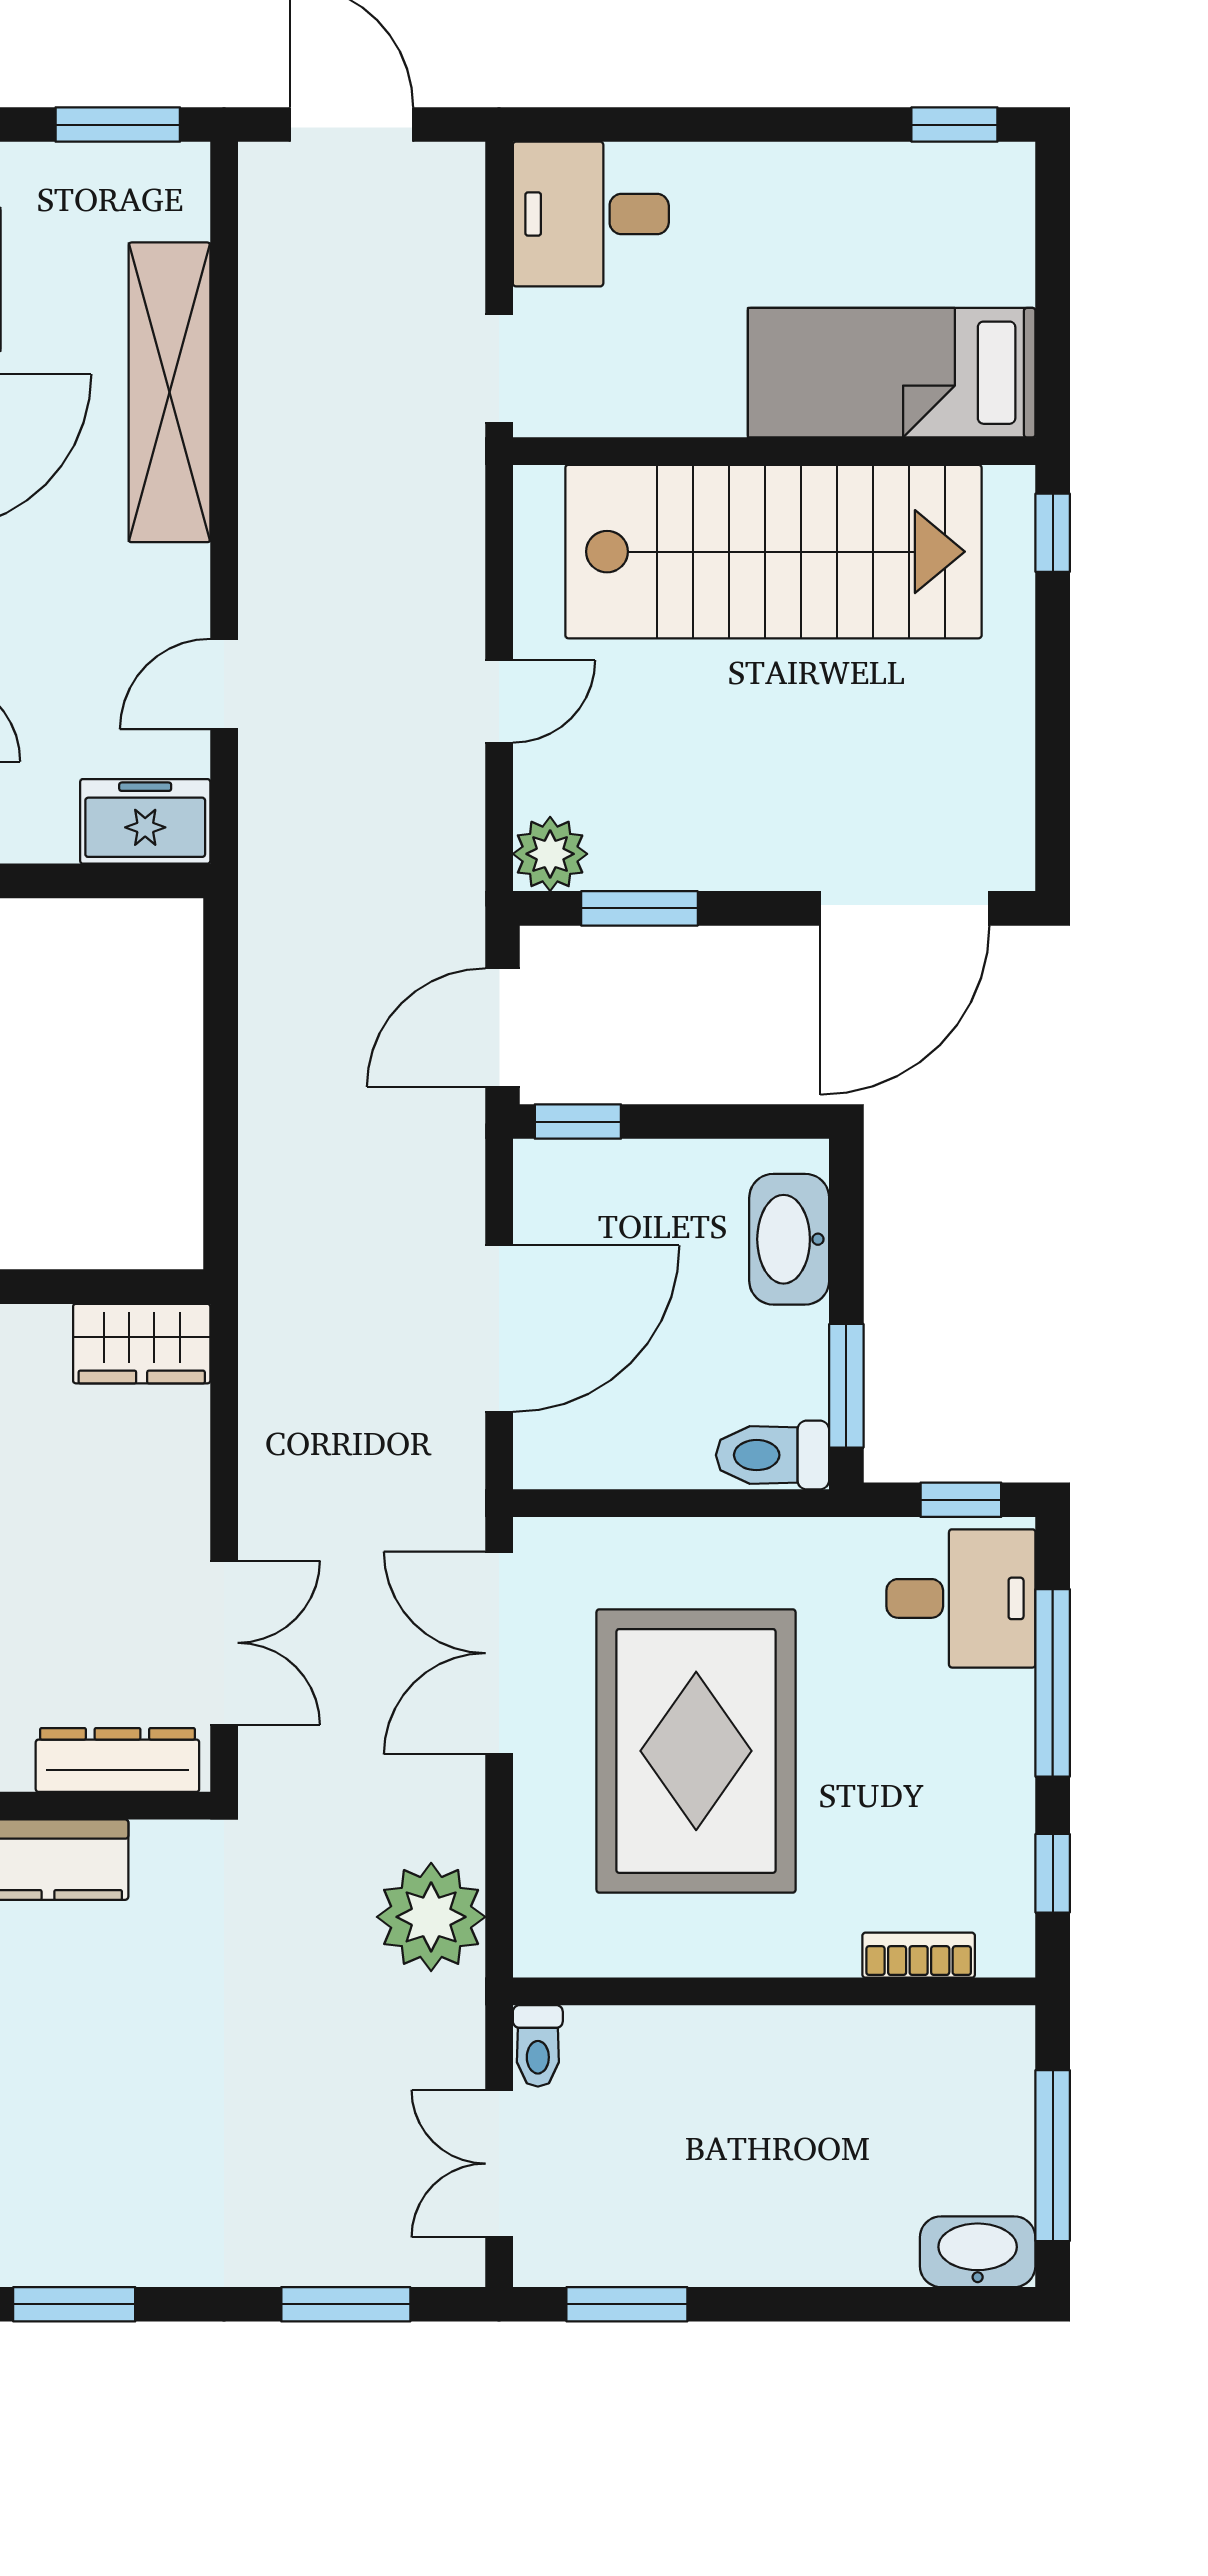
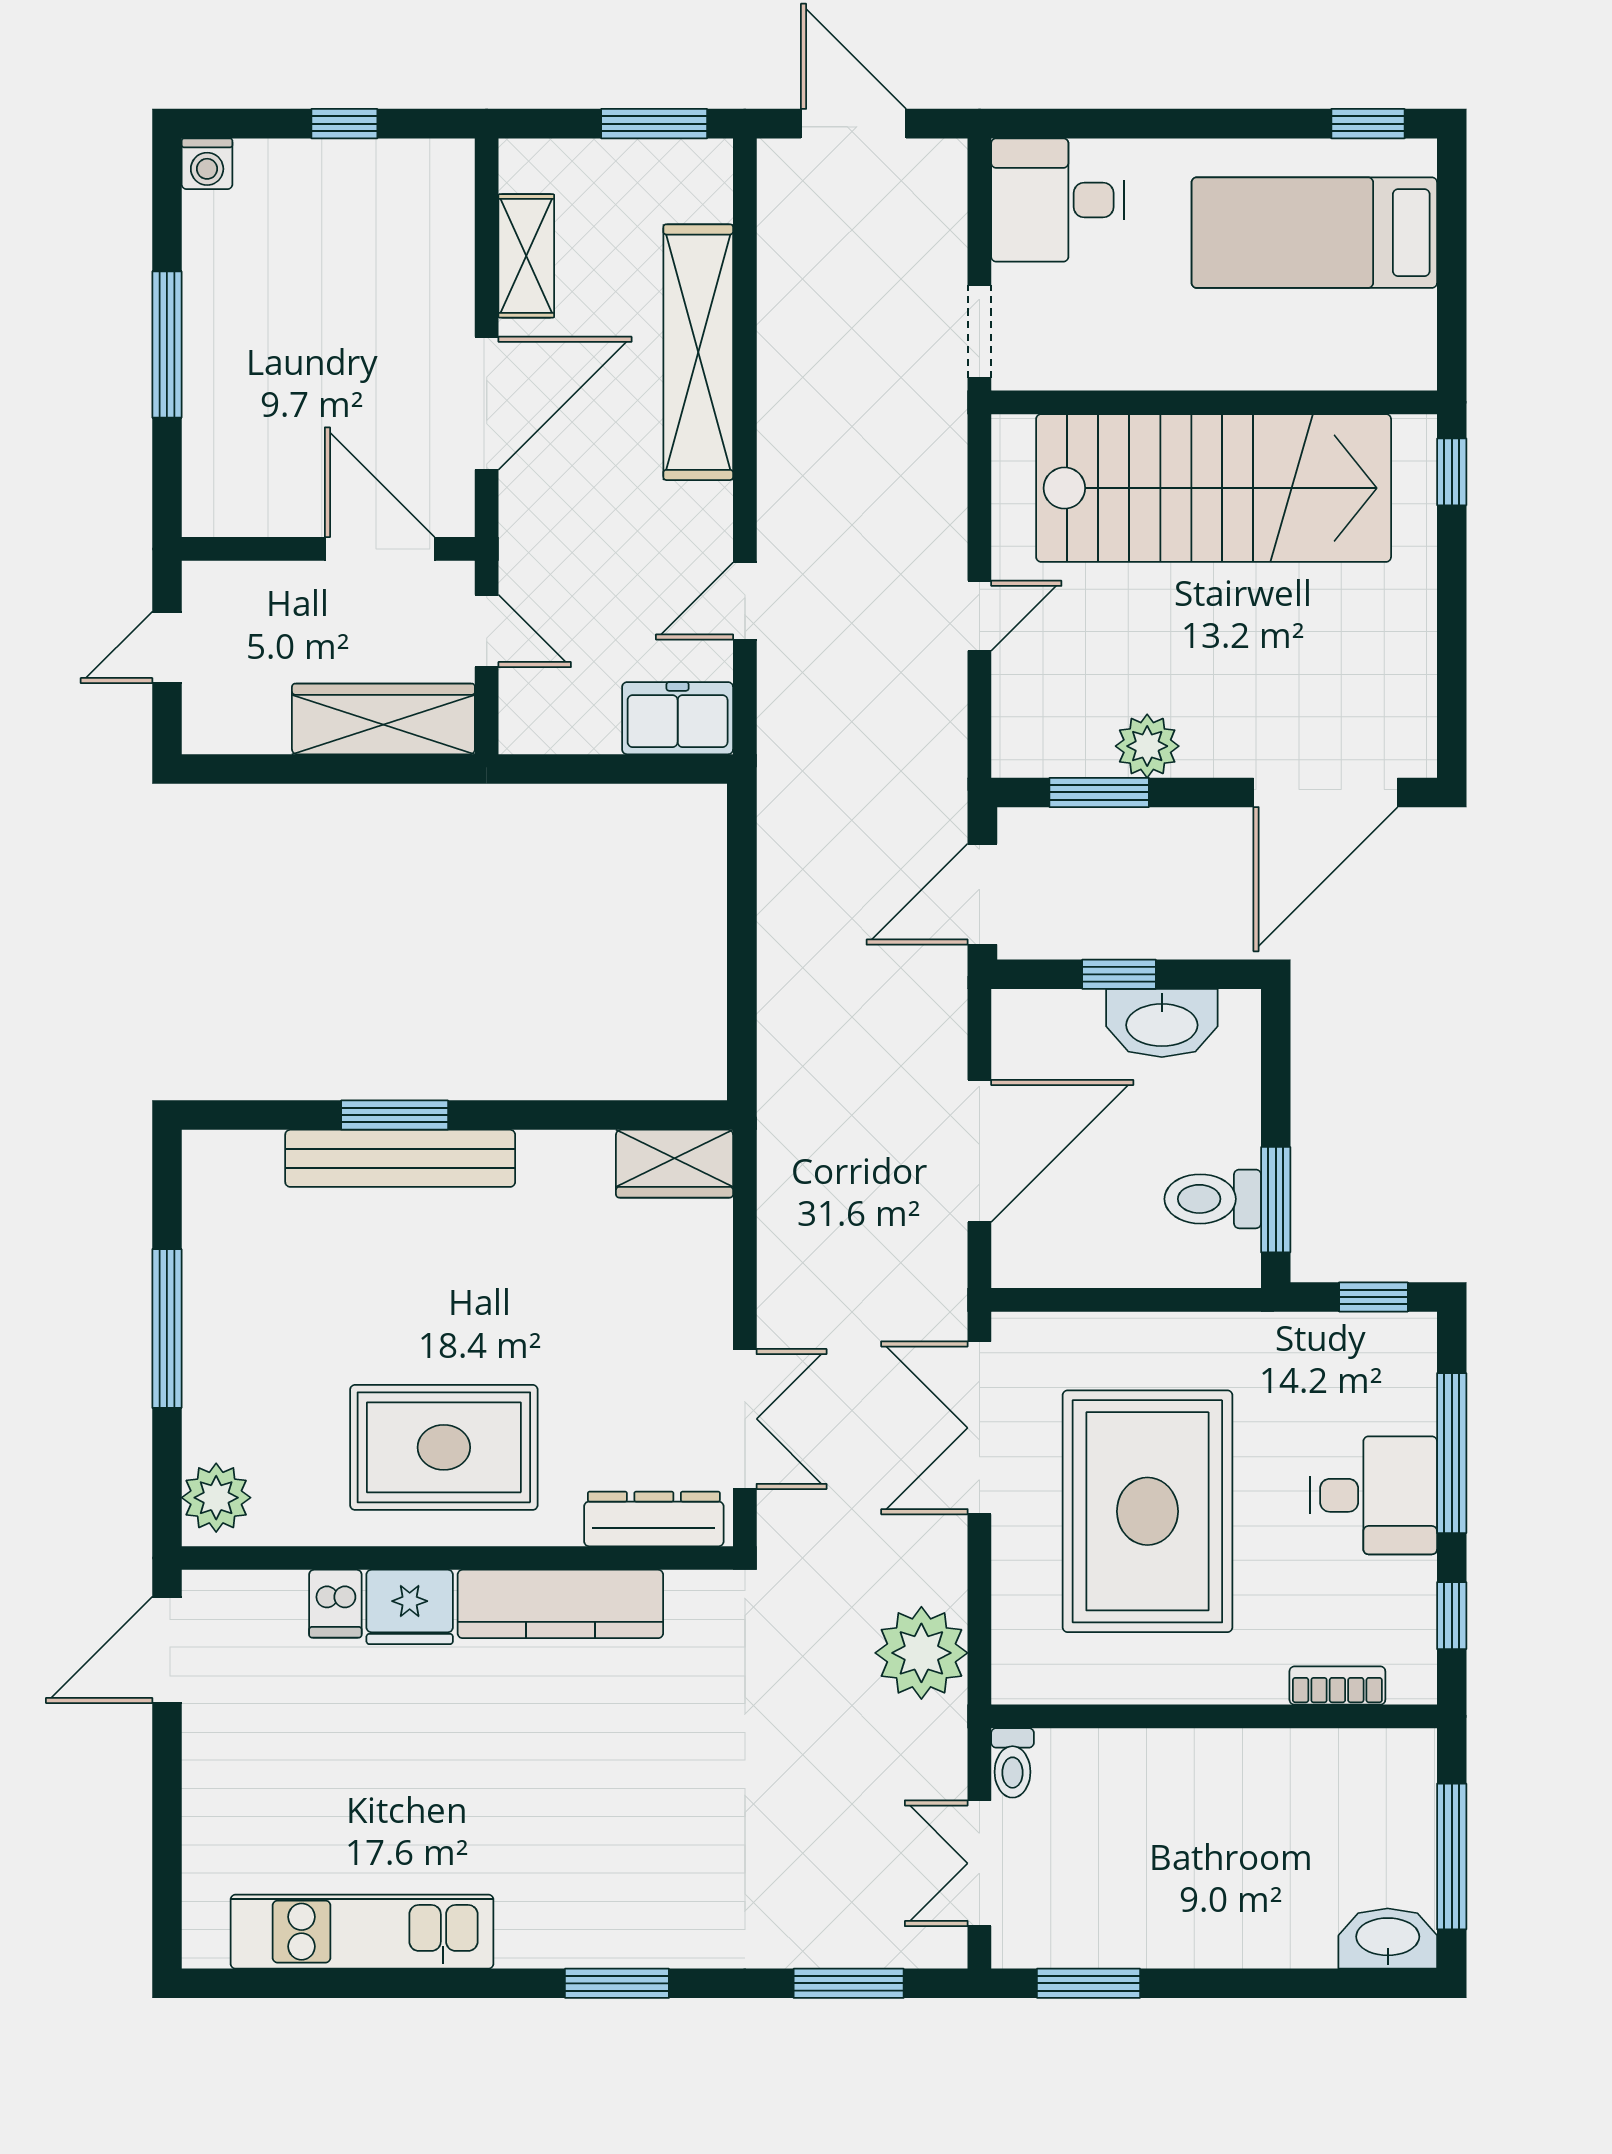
bed: (892, 373) -> (1314, 233), moved
plant: (550, 854) -> (1147, 746), moved
window: (578, 1122) -> (1119, 974), moved
washbasin: (789, 1239) -> (1162, 1023), moved, turned -90
toilet: (773, 1455) -> (1213, 1199), moved
desk: (961, 1598) -> (1373, 1495), moved

